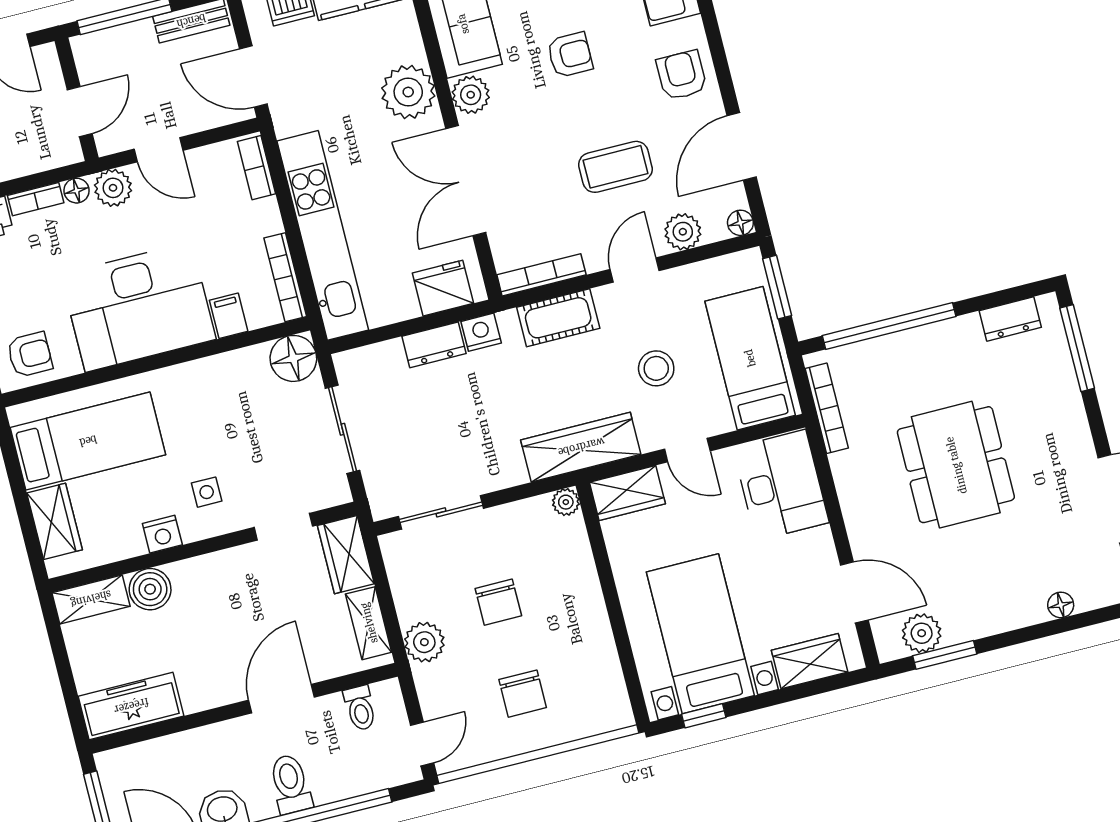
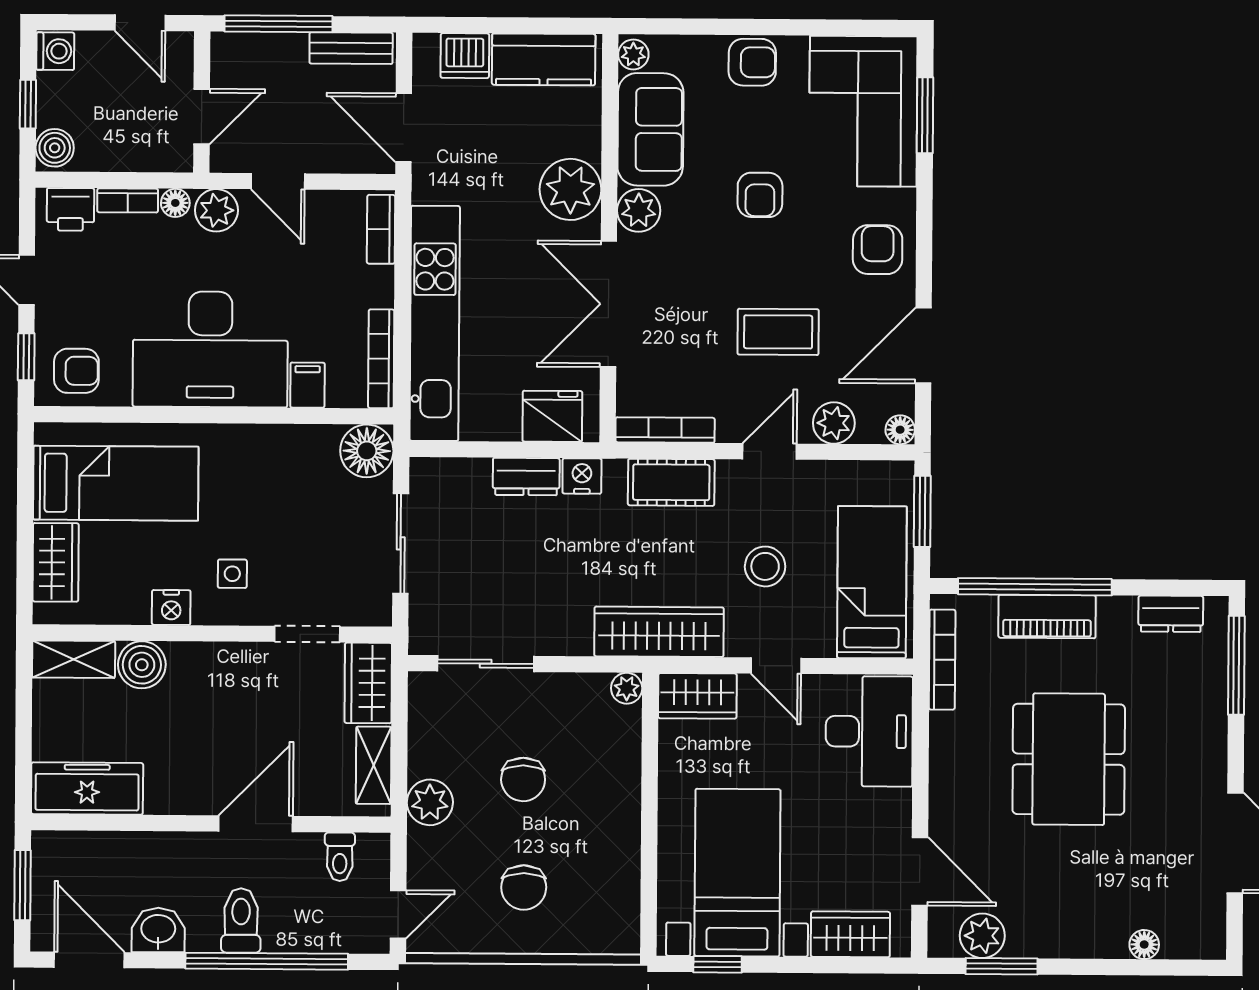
armchair: (570, 55) -> (760, 195), turned 90
piano: (906, 349) -> (1047, 616), added

